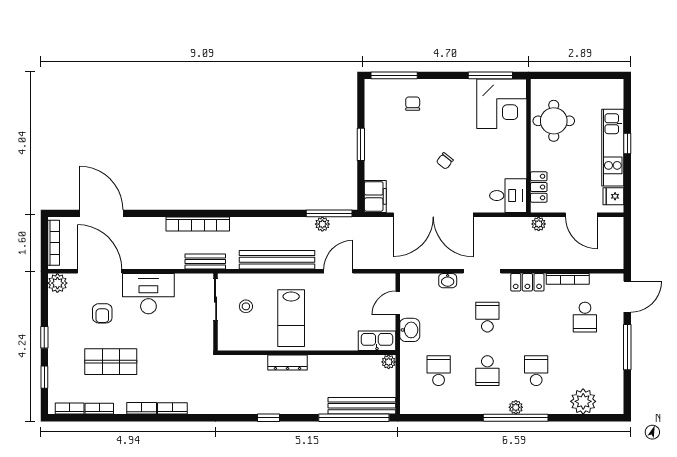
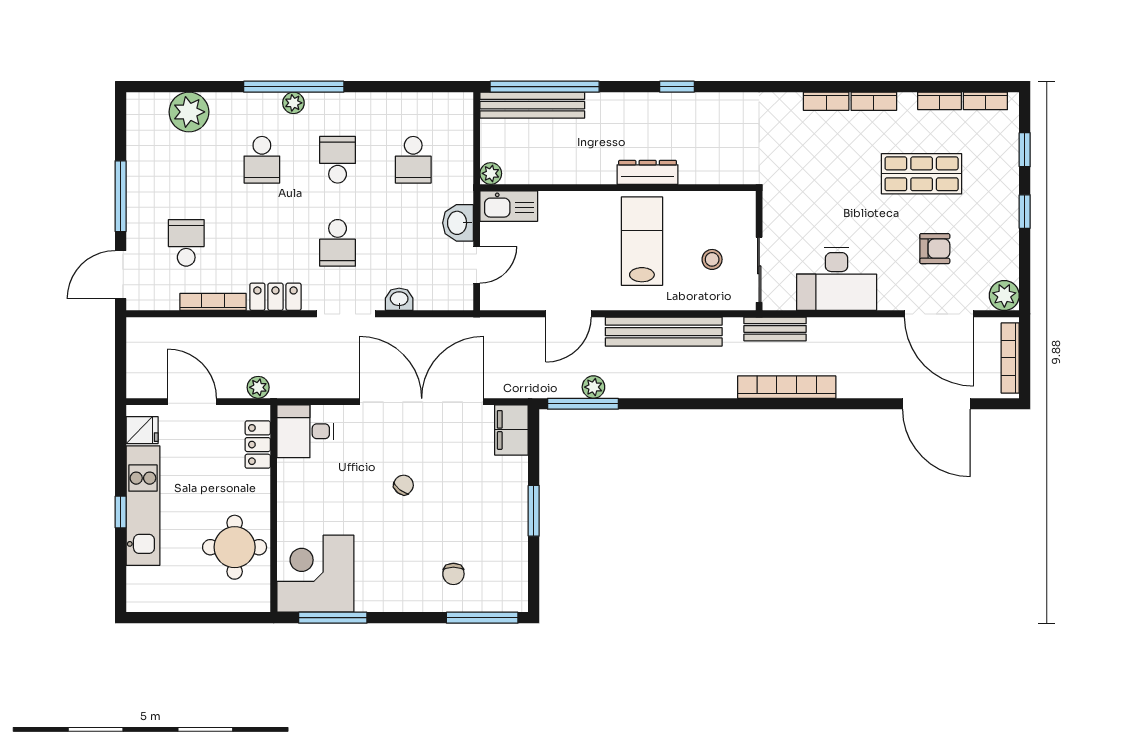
desk: (148, 294) -> (837, 279), moved
armchair: (102, 313) -> (935, 249), turned 90

